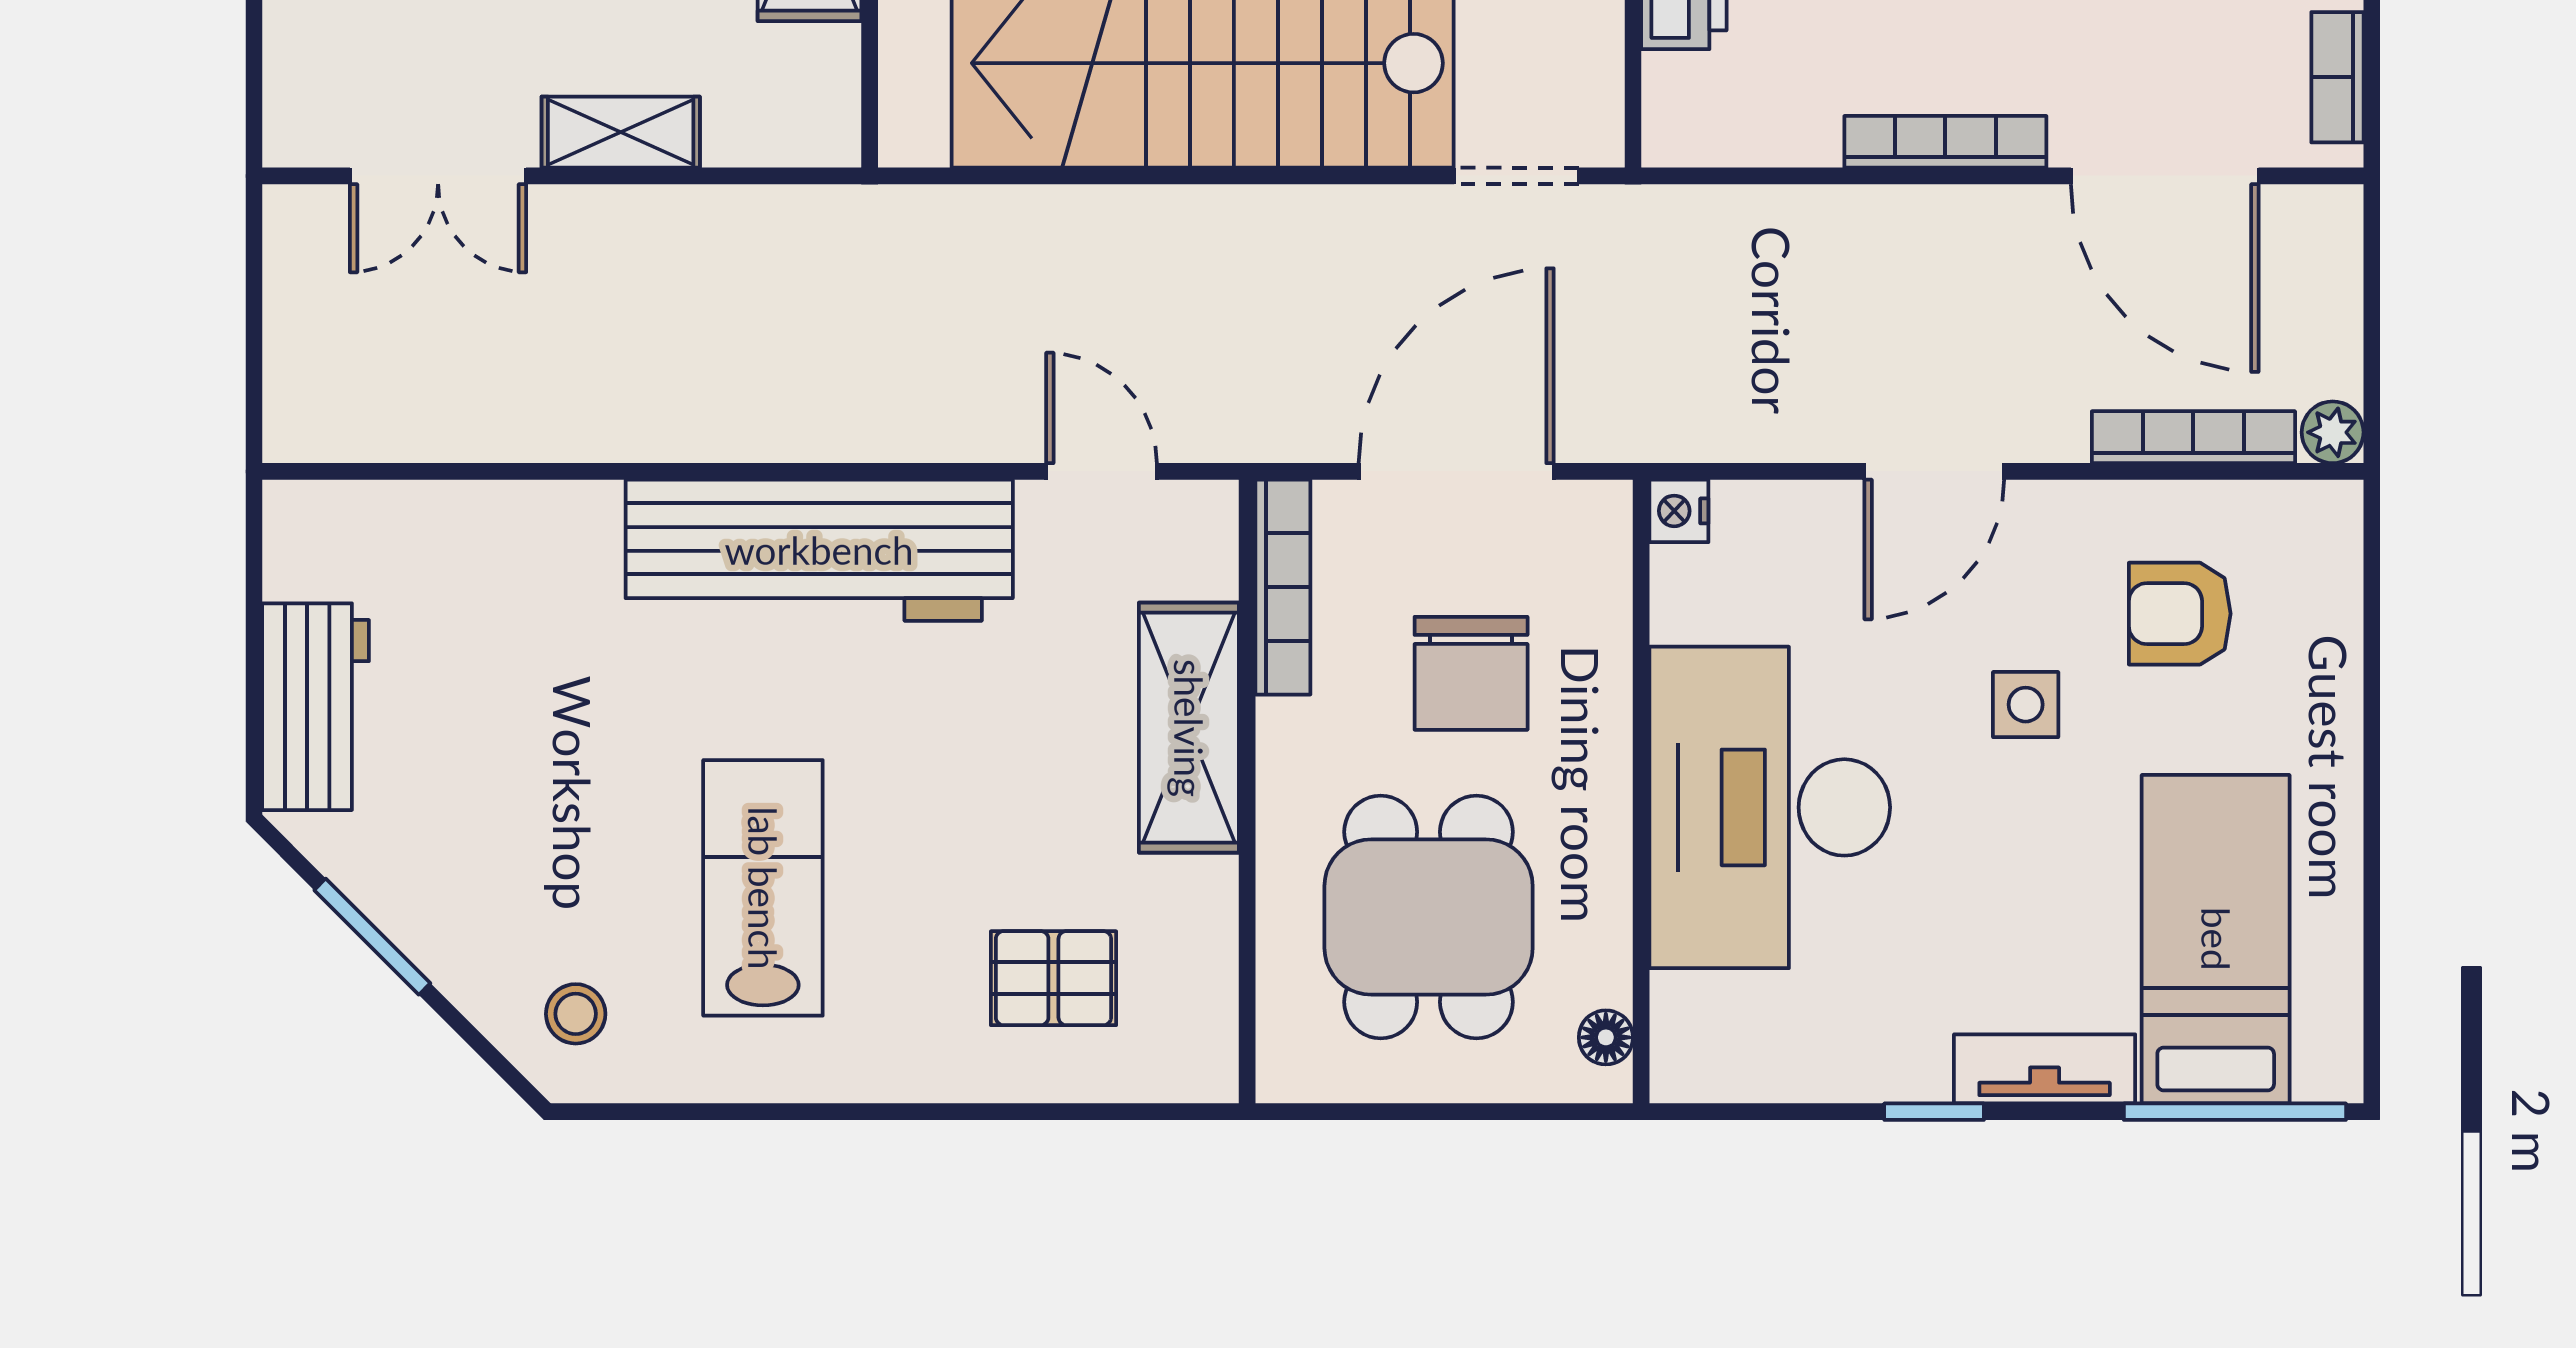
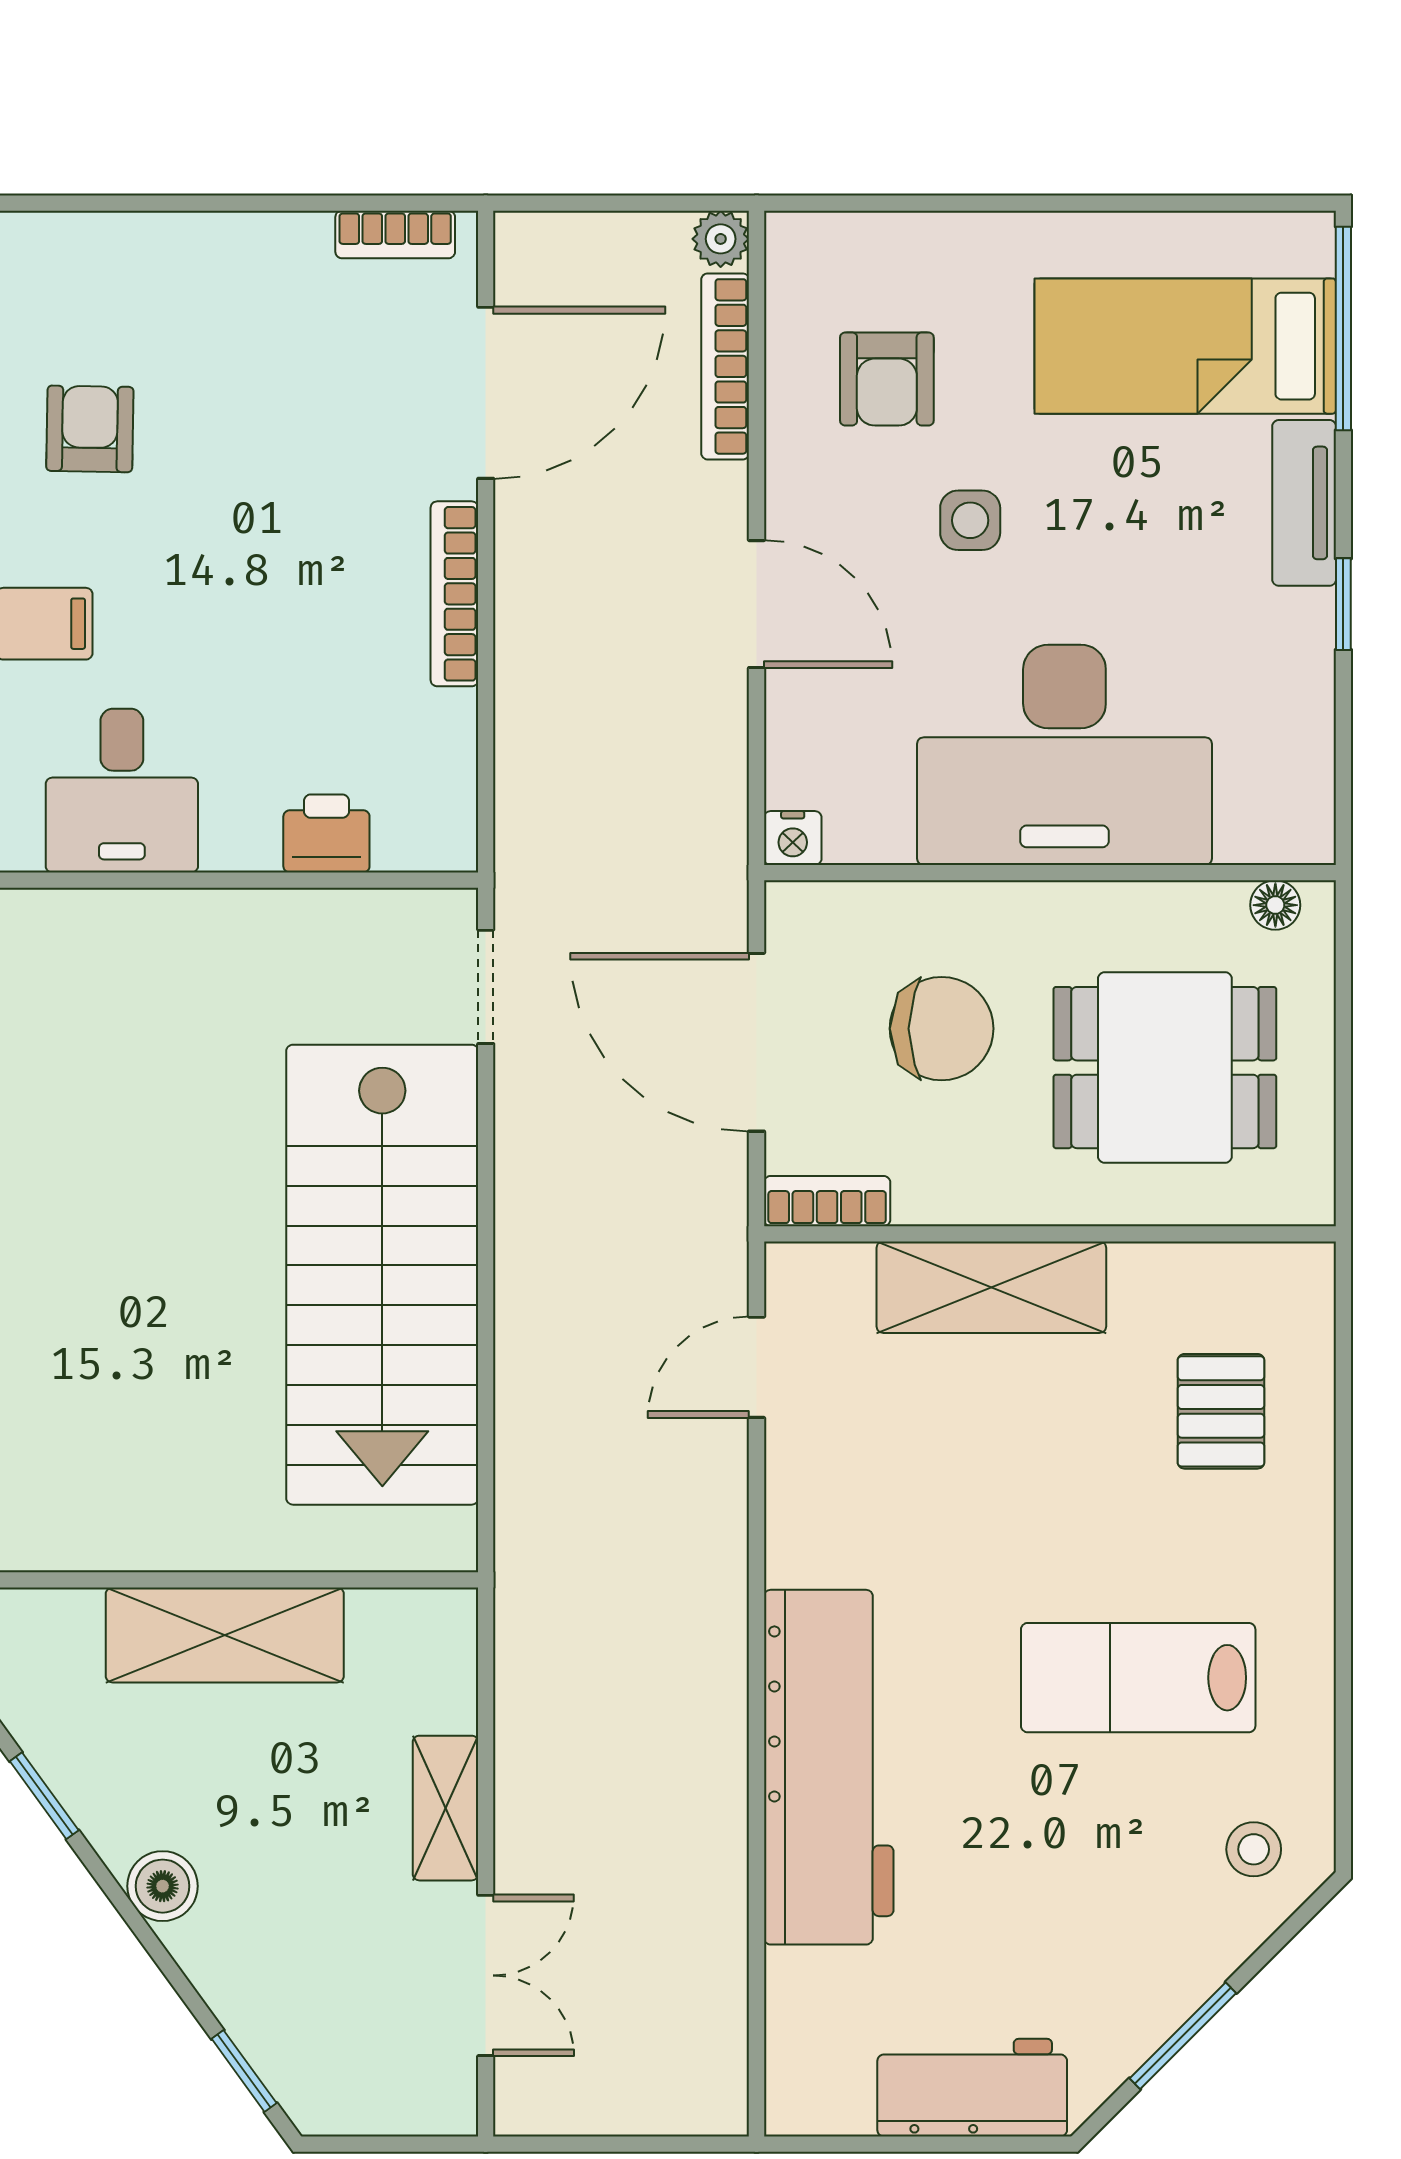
workbench: (819, 550) -> (829, 1767), moved
bookcase: (1283, 587) -> (827, 1201), width x0.64

